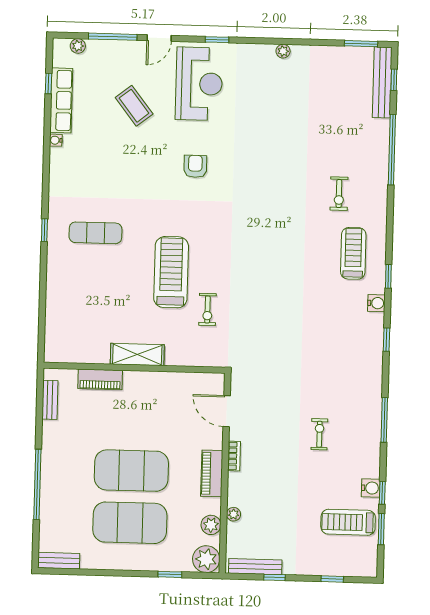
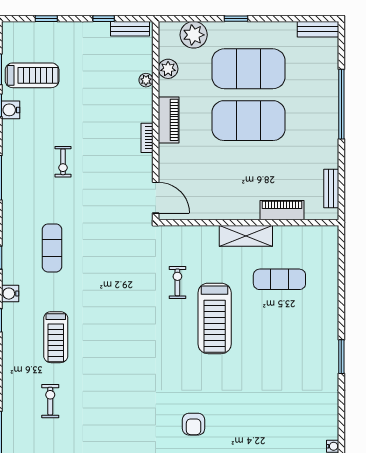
window: (44, 230) -> (341, 357), width x1.50
exercise mat: (95, 233) -> (279, 279), moved
treadmill: (353, 253) -> (56, 337), moved
exercise mat: (333, 348) -> (52, 248), added
door: (227, 411) -> (156, 198), moved
plant: (206, 559) -> (194, 35), moved
bench: (255, 567) -> (130, 29), width x0.73
window: (170, 574) -> (236, 19), moved

